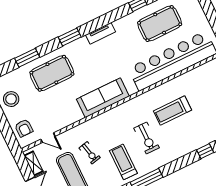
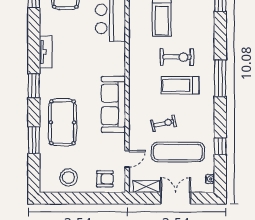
sofa: (103, 98) -> (113, 104), moved
treadmill: (123, 162) -> (180, 85), moved

